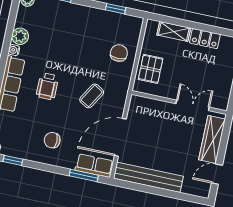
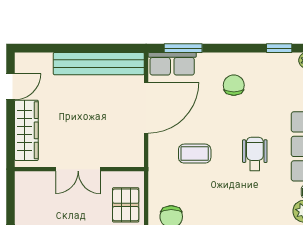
coffee table: (92, 96) -> (195, 154), turned 59
double door: (193, 105) -> (78, 169), moved
chair: (52, 140) -> (234, 85), turned -90

